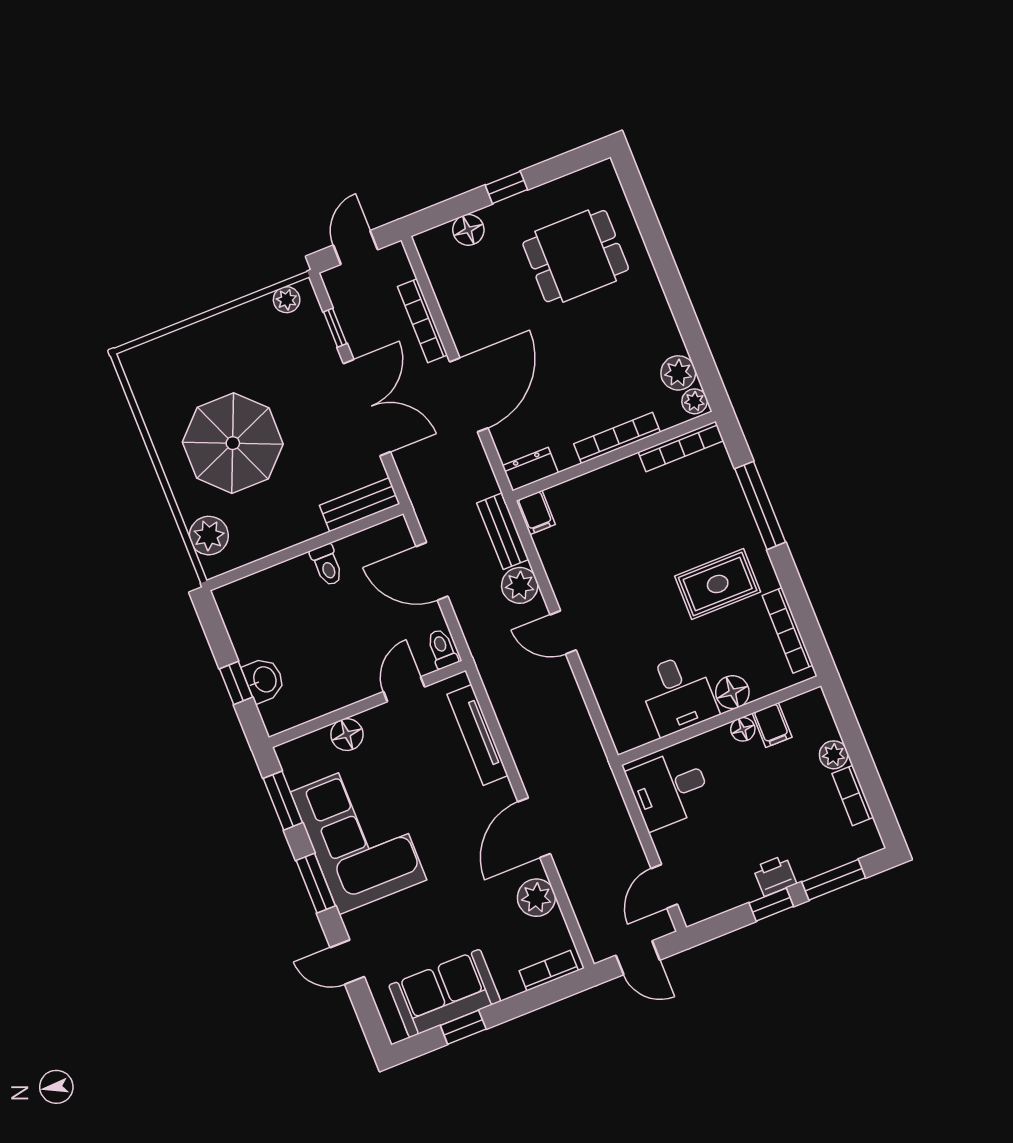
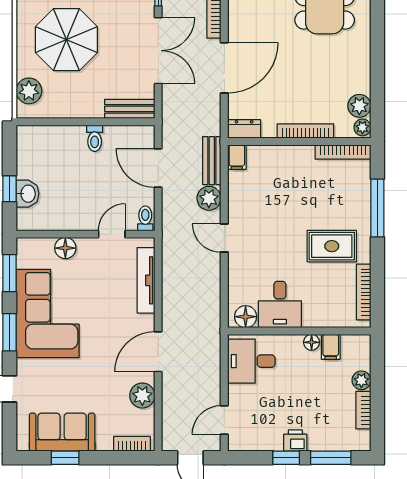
floor lamp: (732, 692) -> (246, 317), moved

